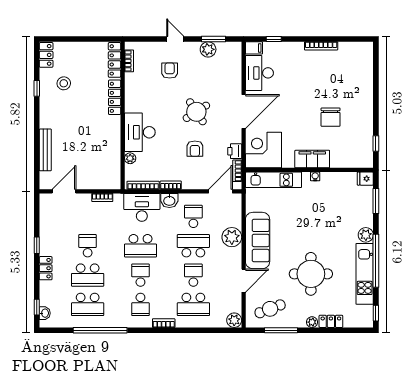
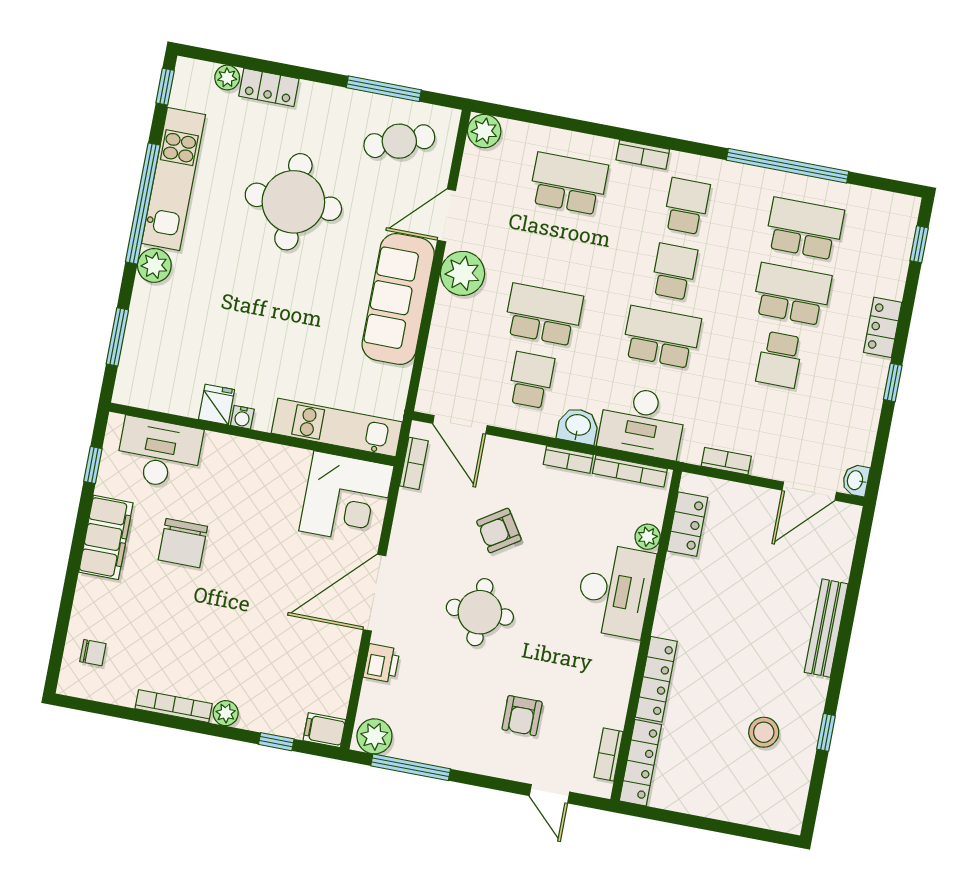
door: (175, 39) -> (550, 794), moved
window: (214, 39) -> (411, 767), width x1.44
plant: (298, 47) -> (226, 713), added
plant: (208, 49) -> (374, 736), moved
locker: (46, 55) -> (687, 524), moved, turned 180
chair: (360, 62) -> (93, 653), added
desk: (259, 73) -> (159, 453), moved, turned -90
round table: (196, 112) -> (480, 612), turned 33
chair: (331, 117) -> (183, 543), turned 180
armchair: (195, 149) -> (499, 531), turned -123
bench: (45, 150) -> (826, 628), moved
printer: (235, 151) -> (382, 663), moved
filing cabinet: (312, 159) -> (106, 537), moved, turned -90
fridge: (365, 179) -> (217, 404), moved, turned -90
door: (220, 191) -> (460, 425), hinge flipped
school desk: (193, 216) -> (531, 380), turned 180
plant: (232, 237) -> (462, 273), moved
school desk: (193, 246) -> (544, 315), turned 180
school desk: (140, 275) -> (674, 272), turned 180
school desk: (193, 275) -> (556, 249), removed
washbasin: (45, 313) -> (856, 480), moved
plant: (312, 322) -> (227, 78), moved

